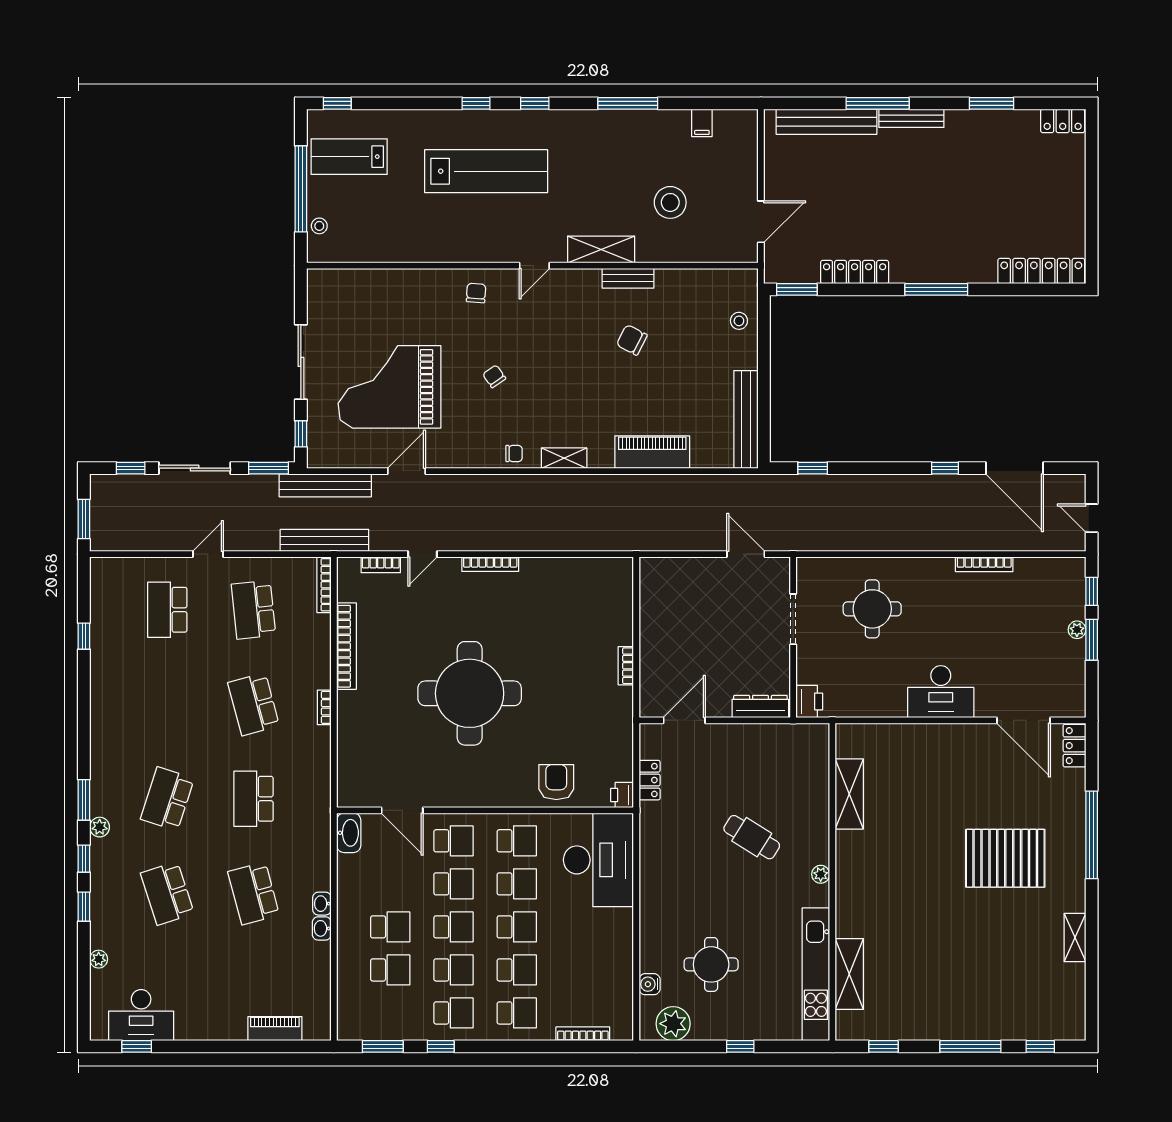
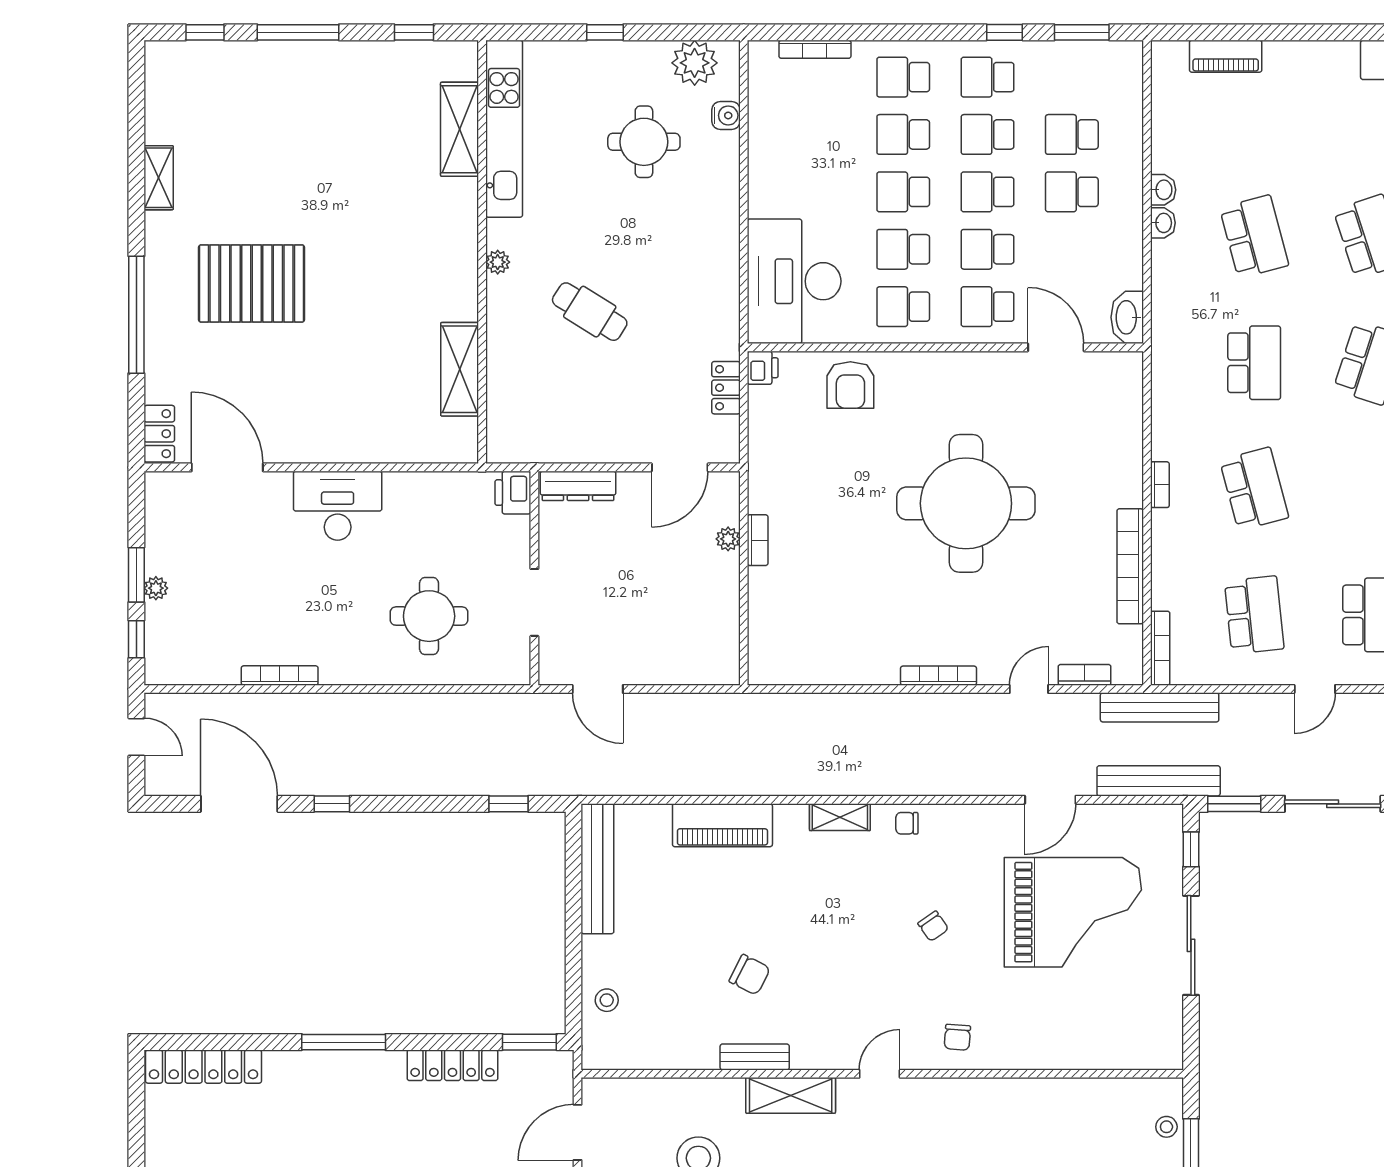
plant: (648, 667) -> (728, 539), added

